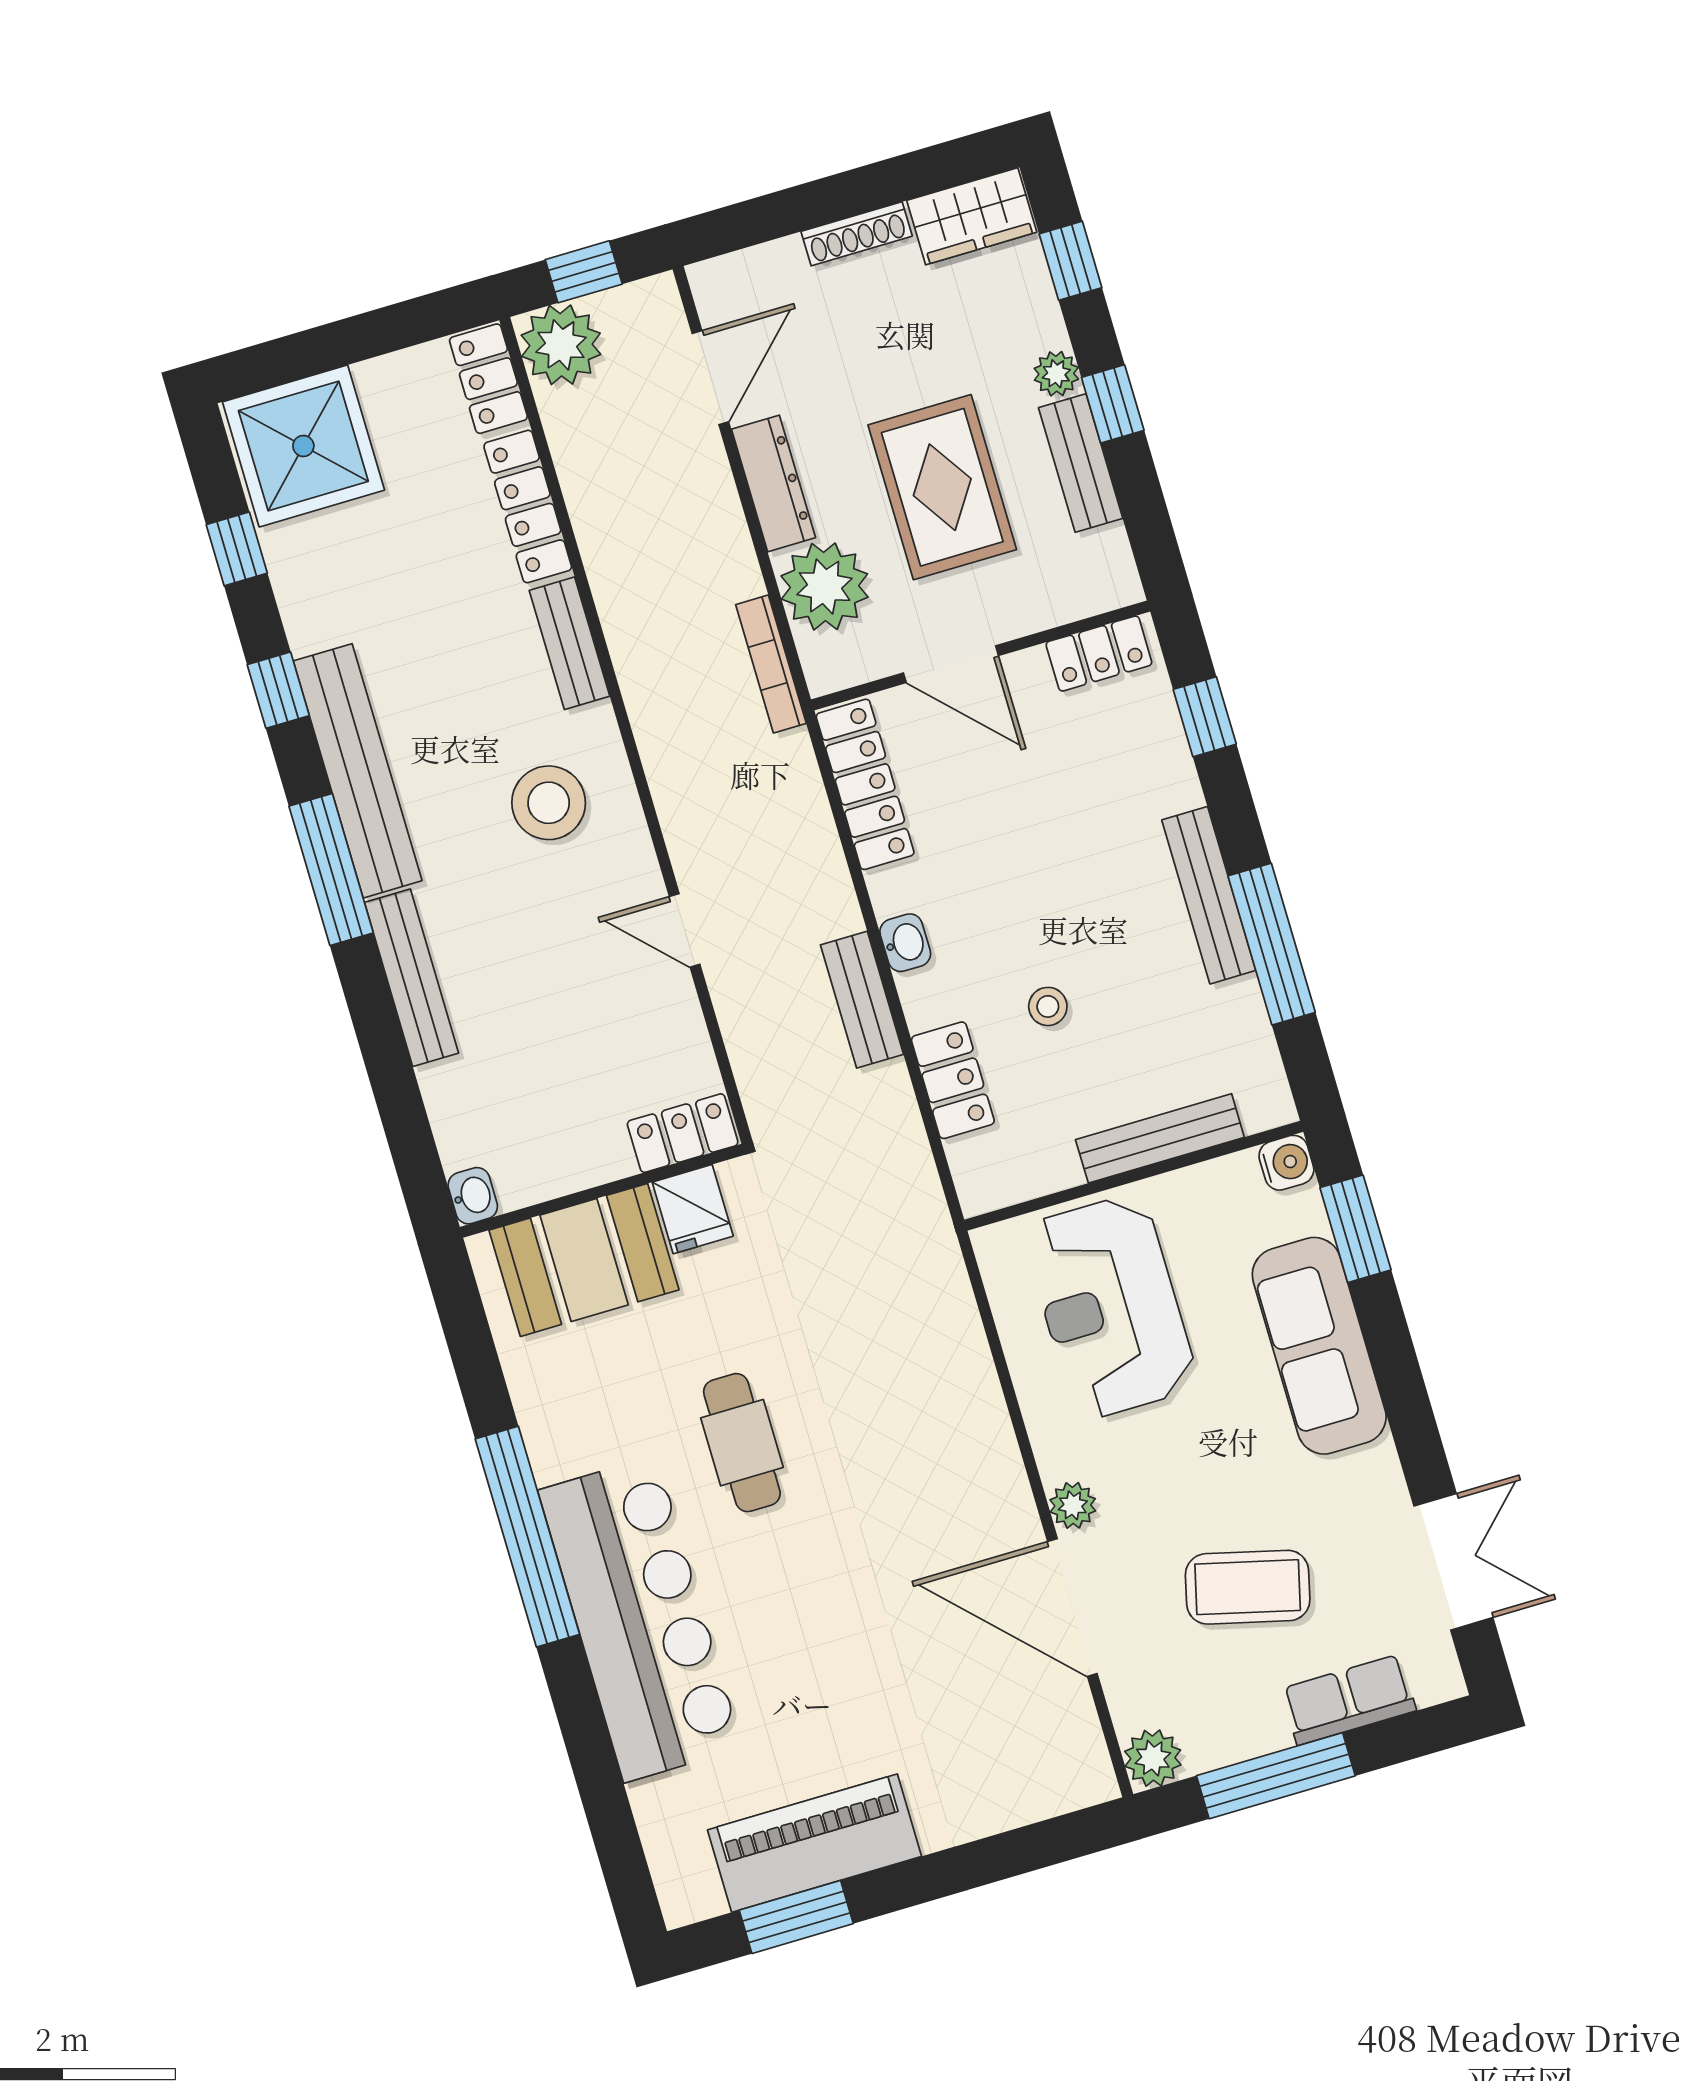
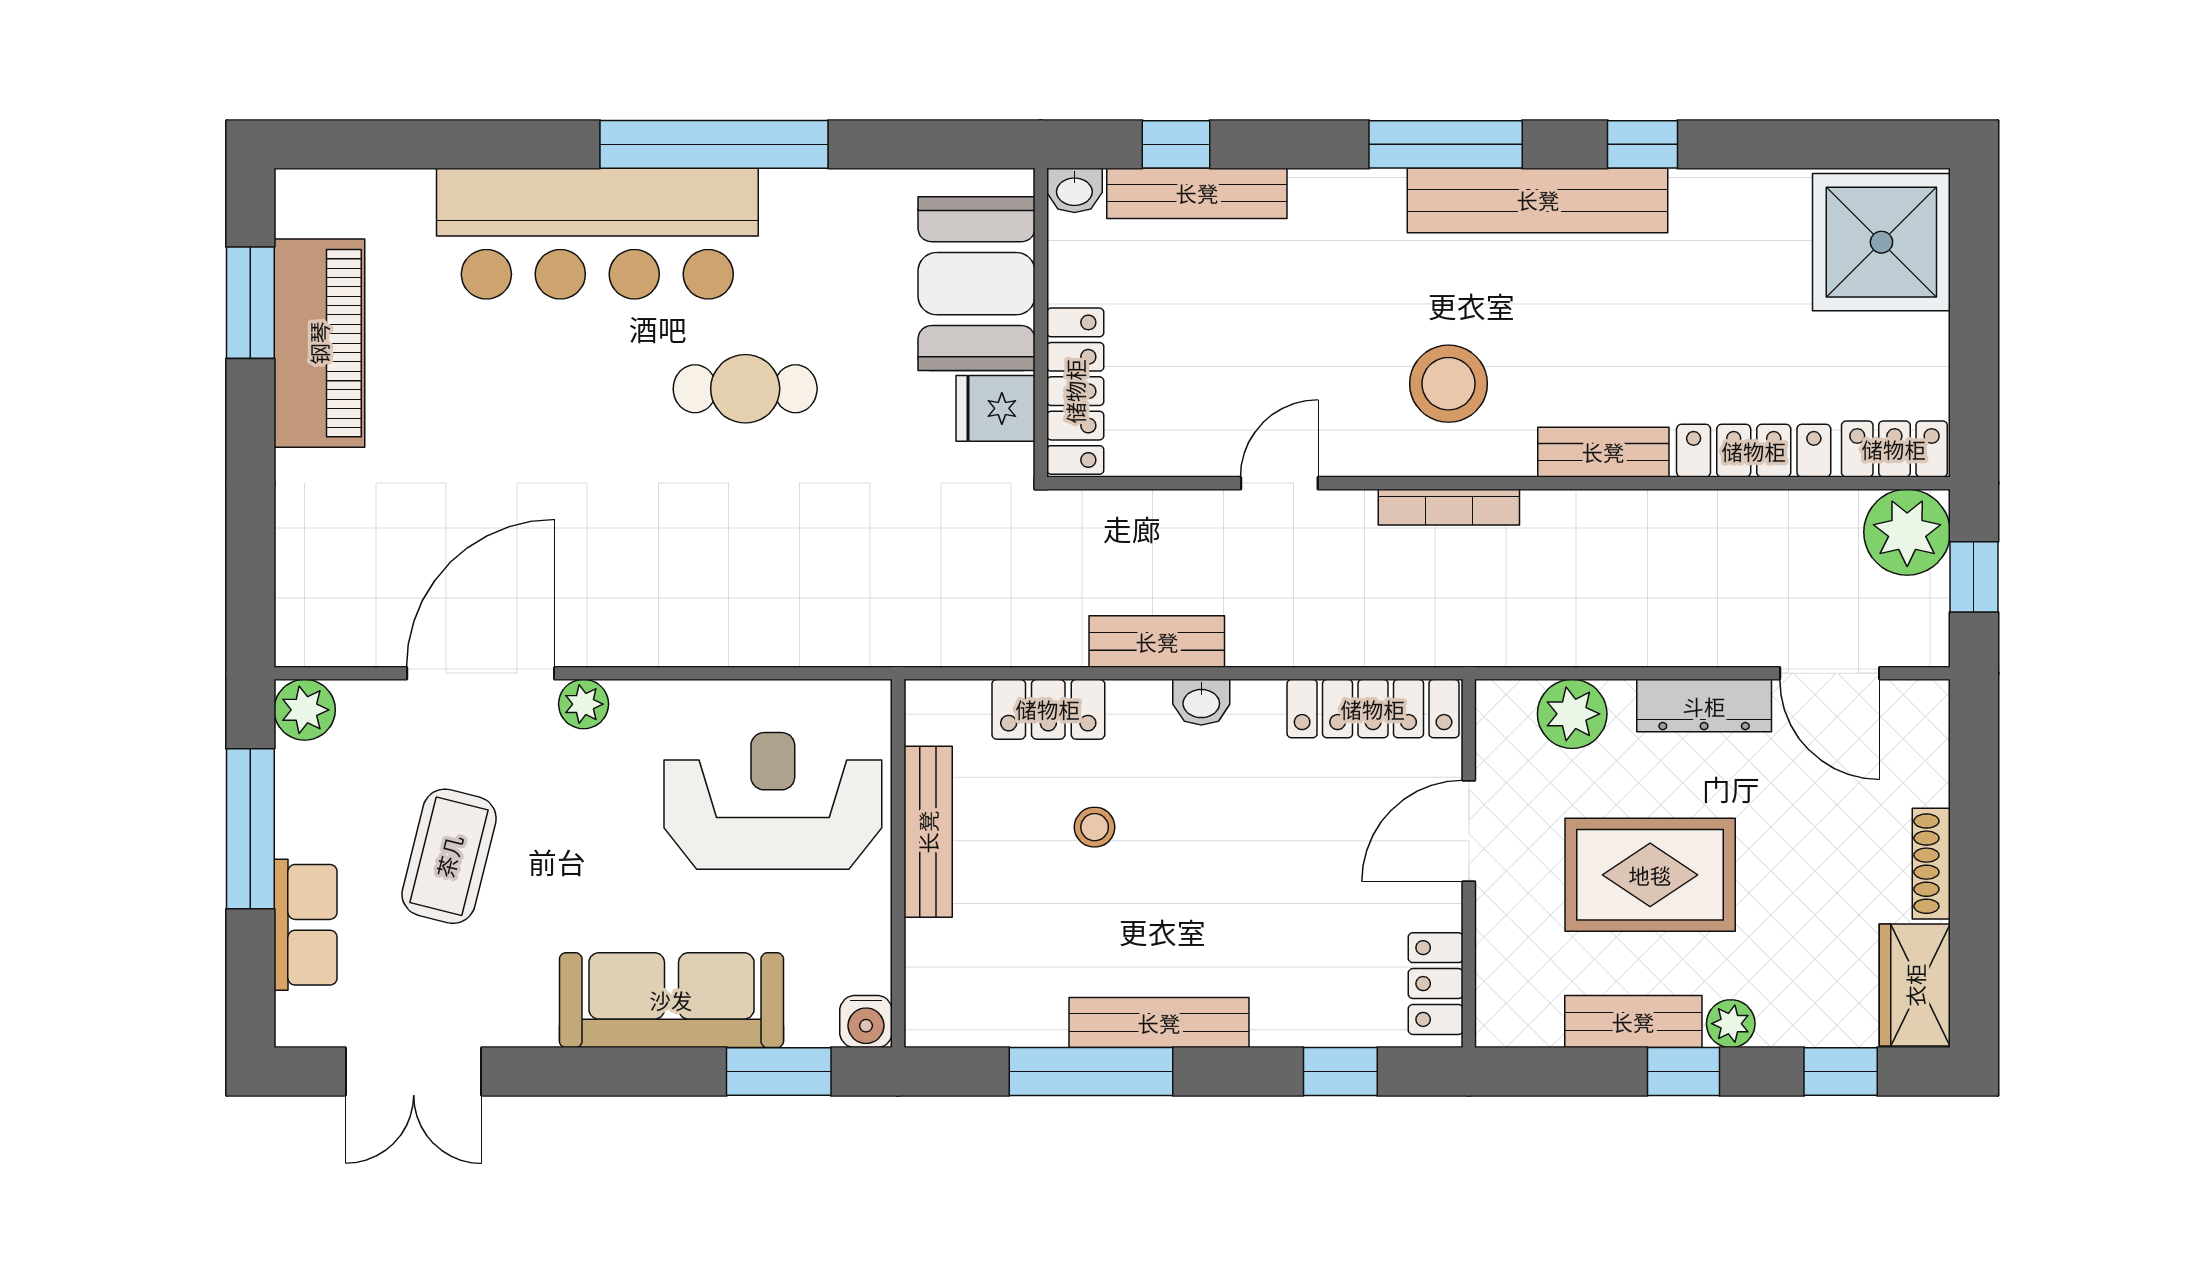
window: (237, 549) -> (1176, 144), moved
plant: (825, 587) -> (1572, 714), width x0.73, depth x0.73
bookcase: (771, 664) -> (1449, 507), moved, turned 180
bench: (411, 978) -> (1197, 193), moved
locker: (683, 1133) -> (1075, 391), width x1.53
bench: (1160, 1138) -> (928, 832), moved

